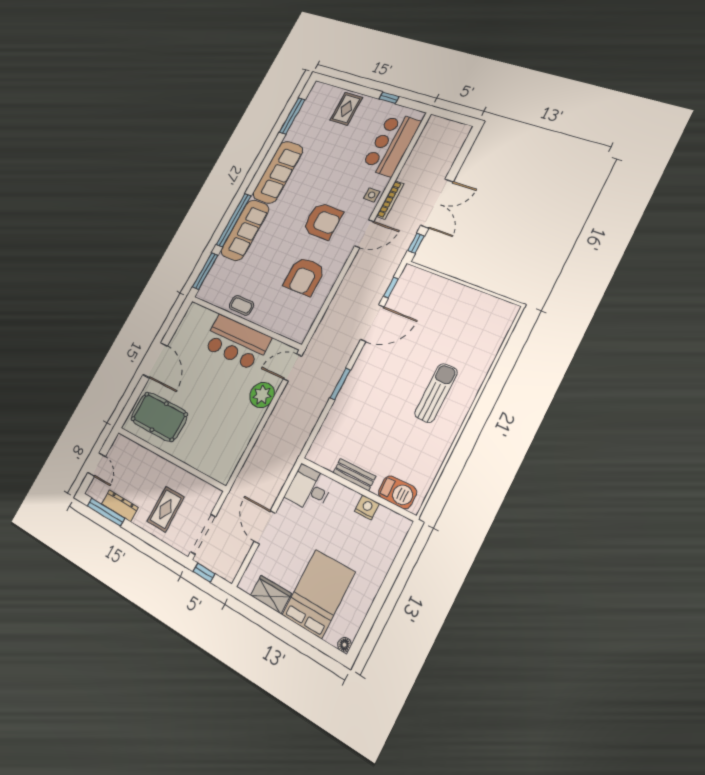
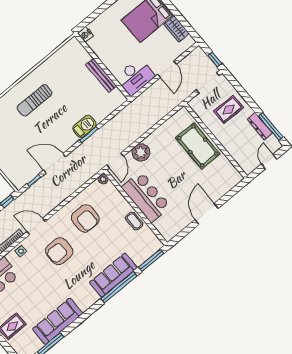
sofa: (278, 172) -> (58, 321), moved
armchair: (323, 221) -> (59, 251), turned -90
armchair: (304, 276) -> (85, 218), turned 90
plant: (299, 336) -> (103, 179), added
door: (292, 368) -> (115, 161), hinge flipped
pool table: (159, 417) -> (198, 146), moved
bench: (354, 475) -> (101, 75), width x1.36
desk: (309, 489) -> (135, 77), width x1.37
barbecue: (397, 492) -> (85, 126), moved, turned 90
nightstand: (367, 507) -> (86, 34), moved

